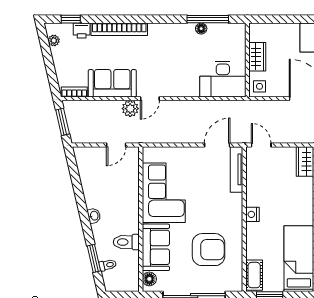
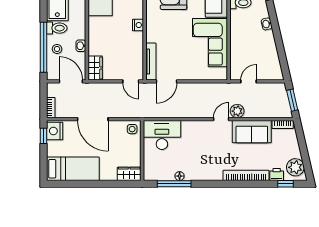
plant: (54, 40) -> (295, 167), width x1.87, depth x1.87
wardrobe: (257, 57) -> (129, 174), moved, turned 90

